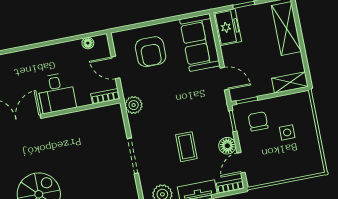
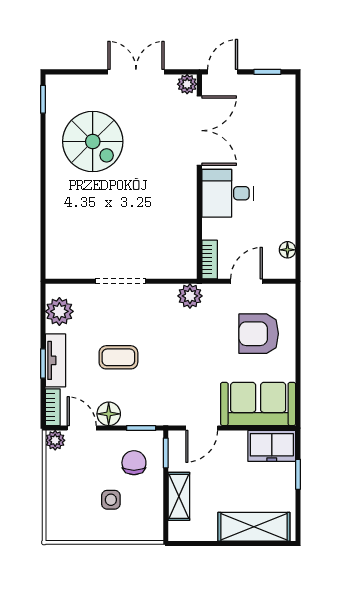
shelving: (290, 82) -> (179, 496), moved
chair: (258, 121) -> (134, 463), turned -90
plant: (253, 180) -> (55, 440), added

